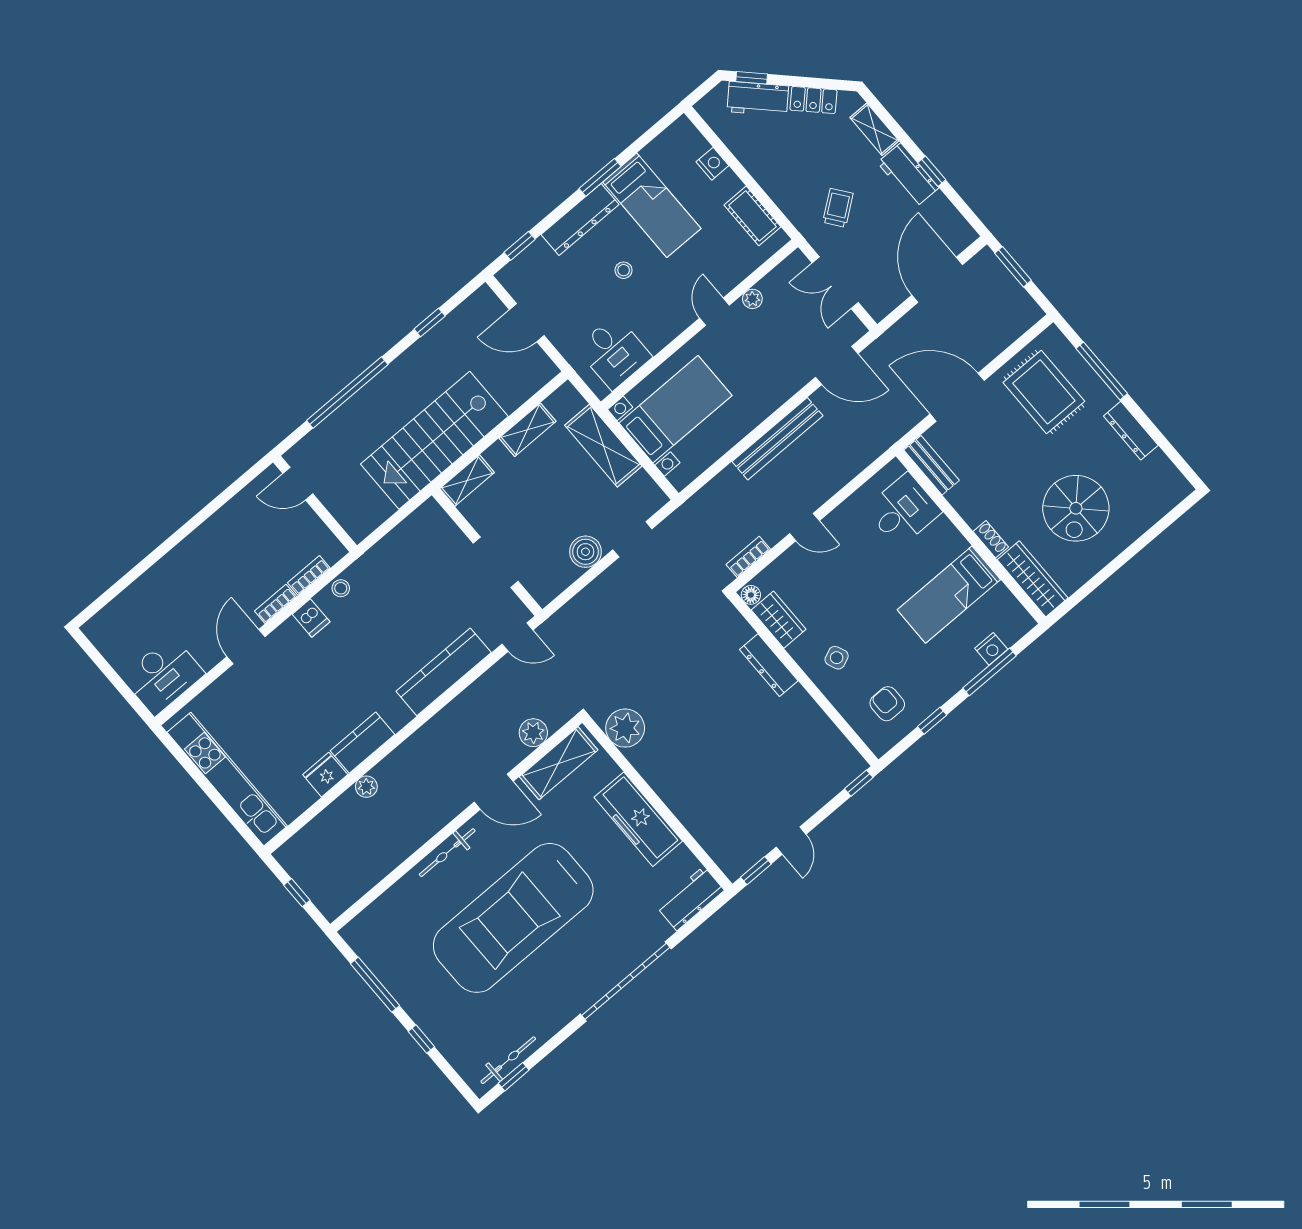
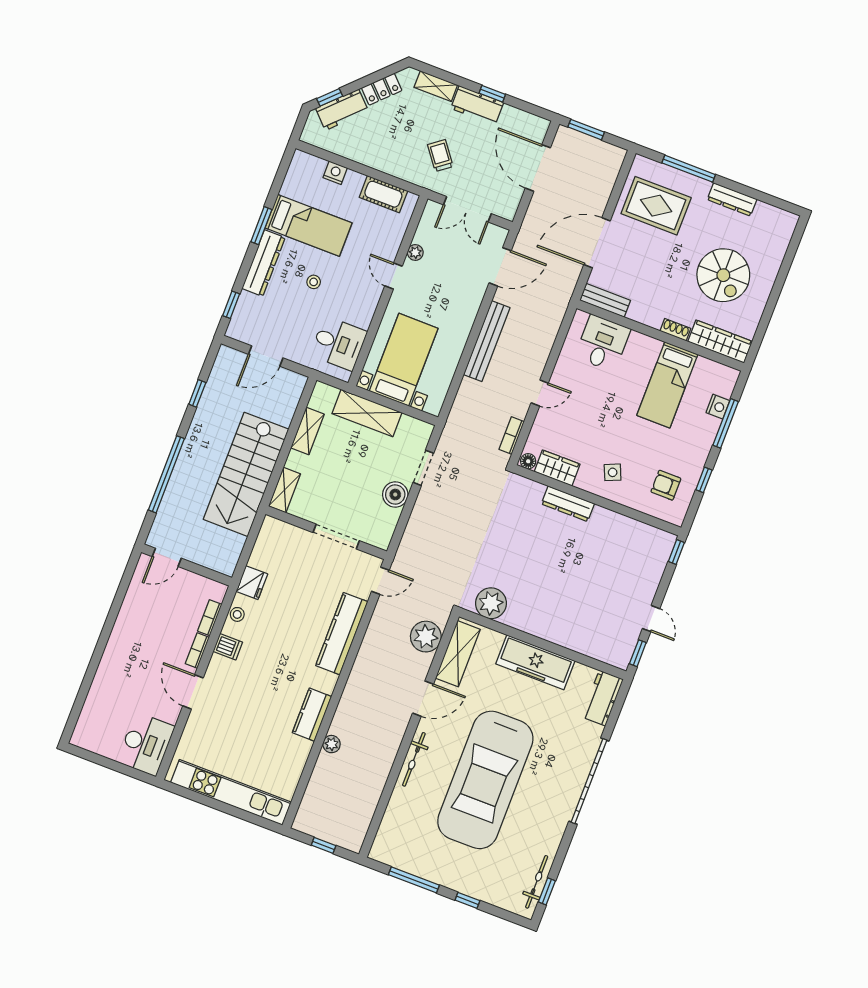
plant: (533, 733) -> (426, 637), width x1.36, depth x1.36
fridge: (325, 775) -> (252, 583), moved, turned 180

